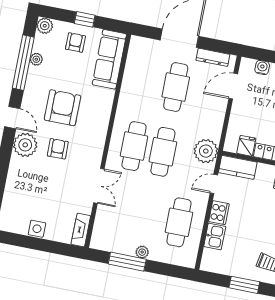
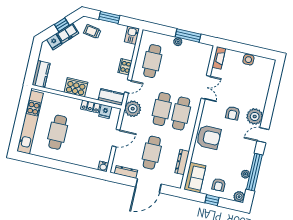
sofa: (109, 59) -> (195, 178), width x0.73
water cooler: (262, 68) -> (103, 166), moved
dresser: (130, 74) -> (182, 162), added
door: (233, 86) -> (116, 138), moved
armchair: (63, 108) -> (209, 137), moved, turned -90
door: (12, 118) -> (263, 135), hinge flipped
double door: (99, 186) -> (206, 87), swing flipped
kitchen sink: (215, 236) -> (132, 35), moved

